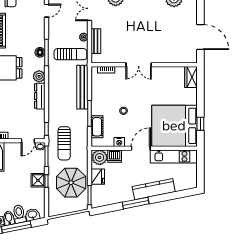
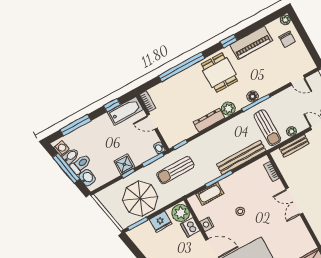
door: (28, 141) -> (152, 122), moved

